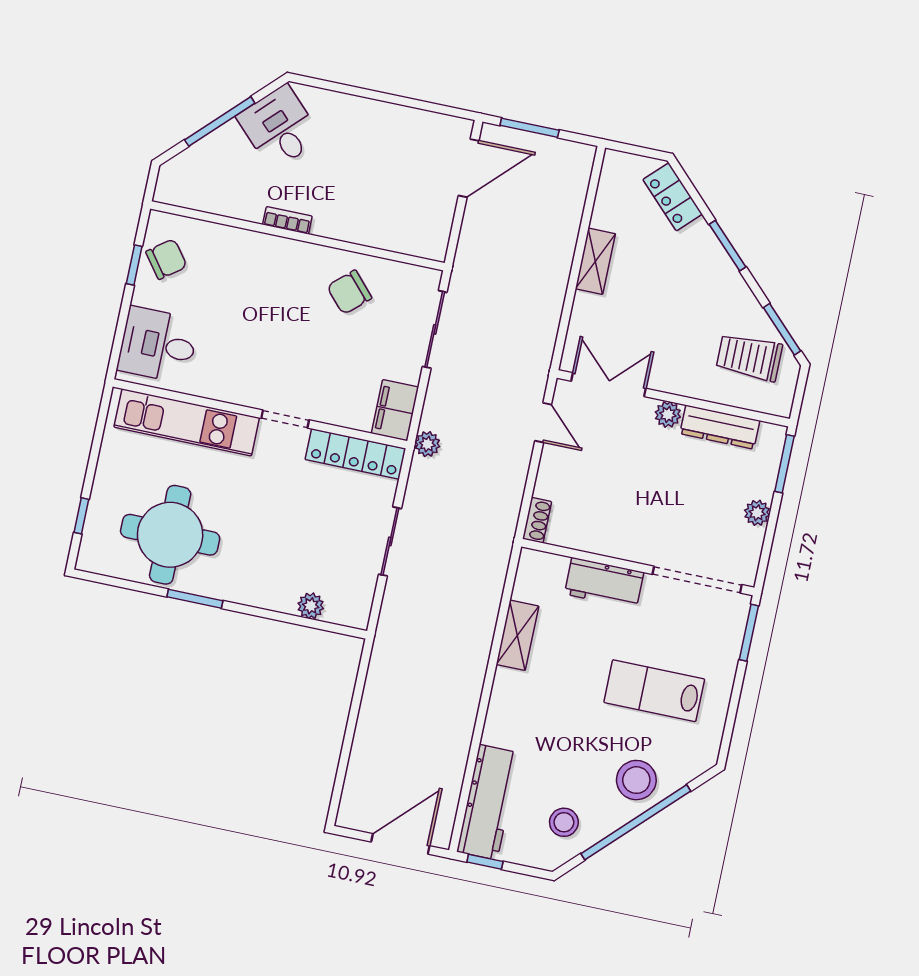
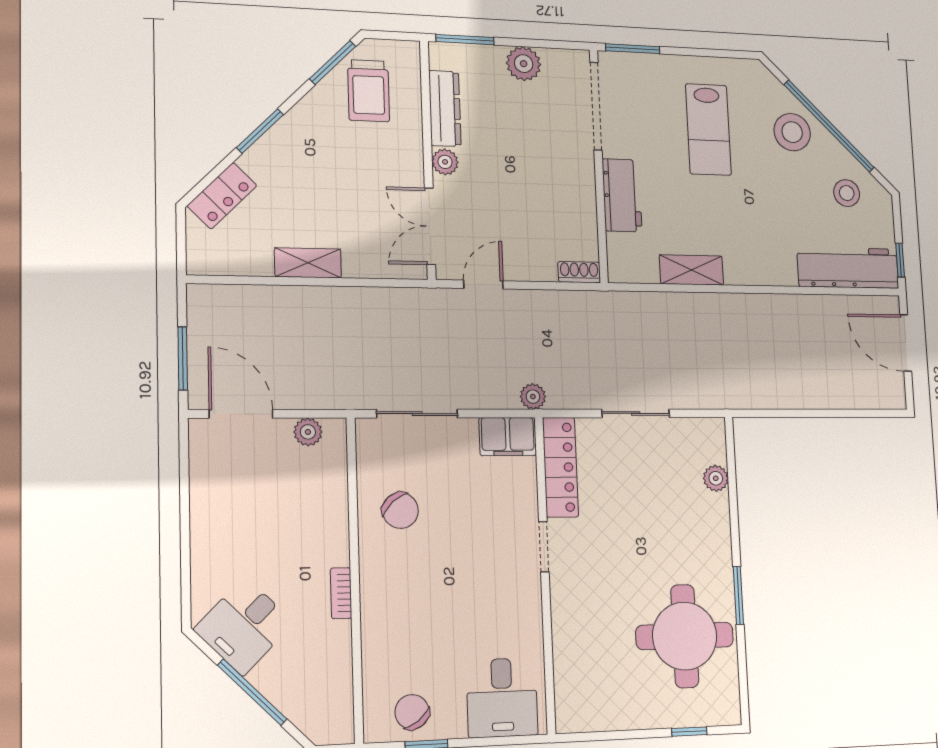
plant: (439, 225) -> (308, 432), added
kitchen unit: (187, 422) -> (572, 647), removed
plant: (757, 513) -> (524, 64), width x1.38, depth x1.38

